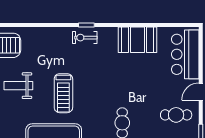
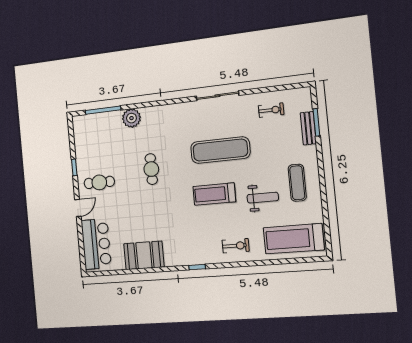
exercise bike: (85, 38) -> (236, 246), moved
treadmill: (63, 93) -> (214, 194), turned -90

